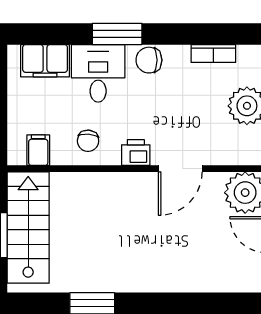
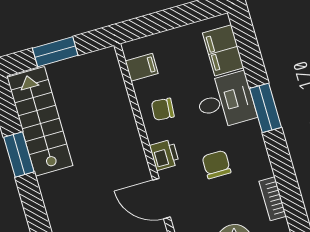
chair: (149, 60) -> (216, 165), moved
stairs: (28, 228) -> (40, 121), moved, turned -90

